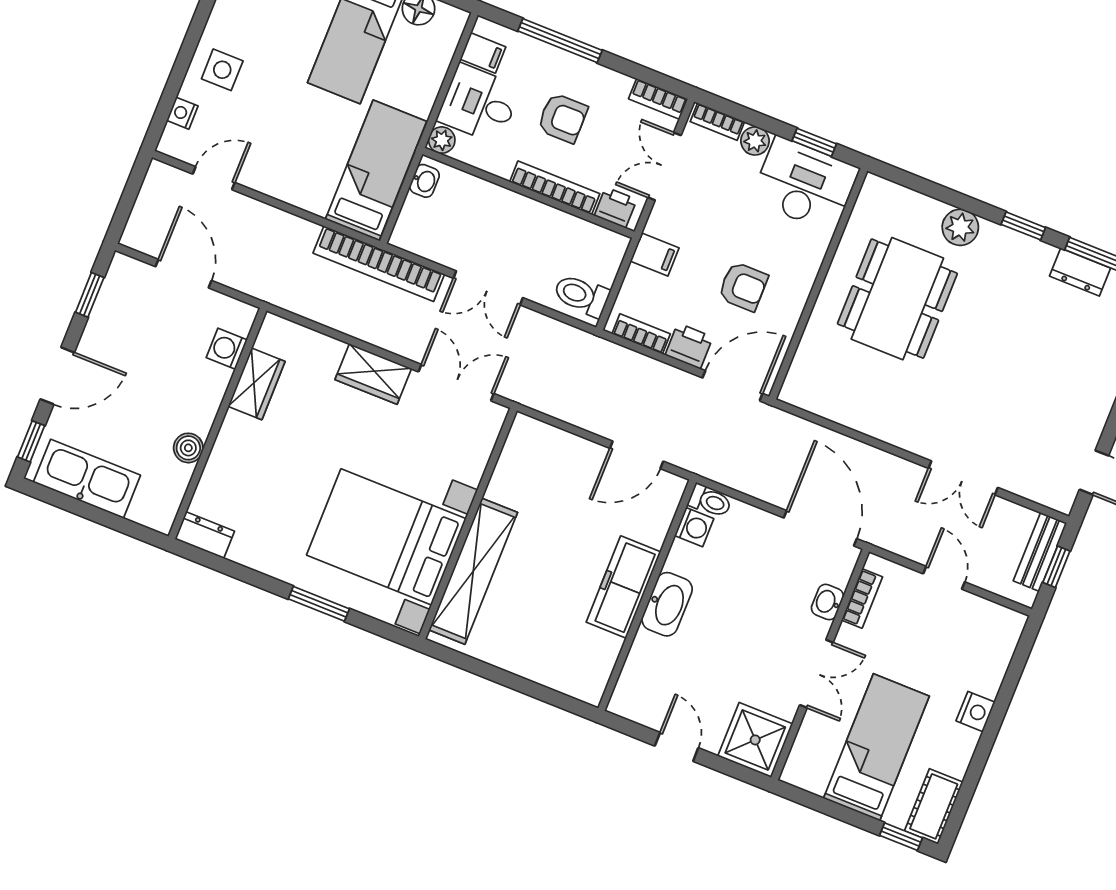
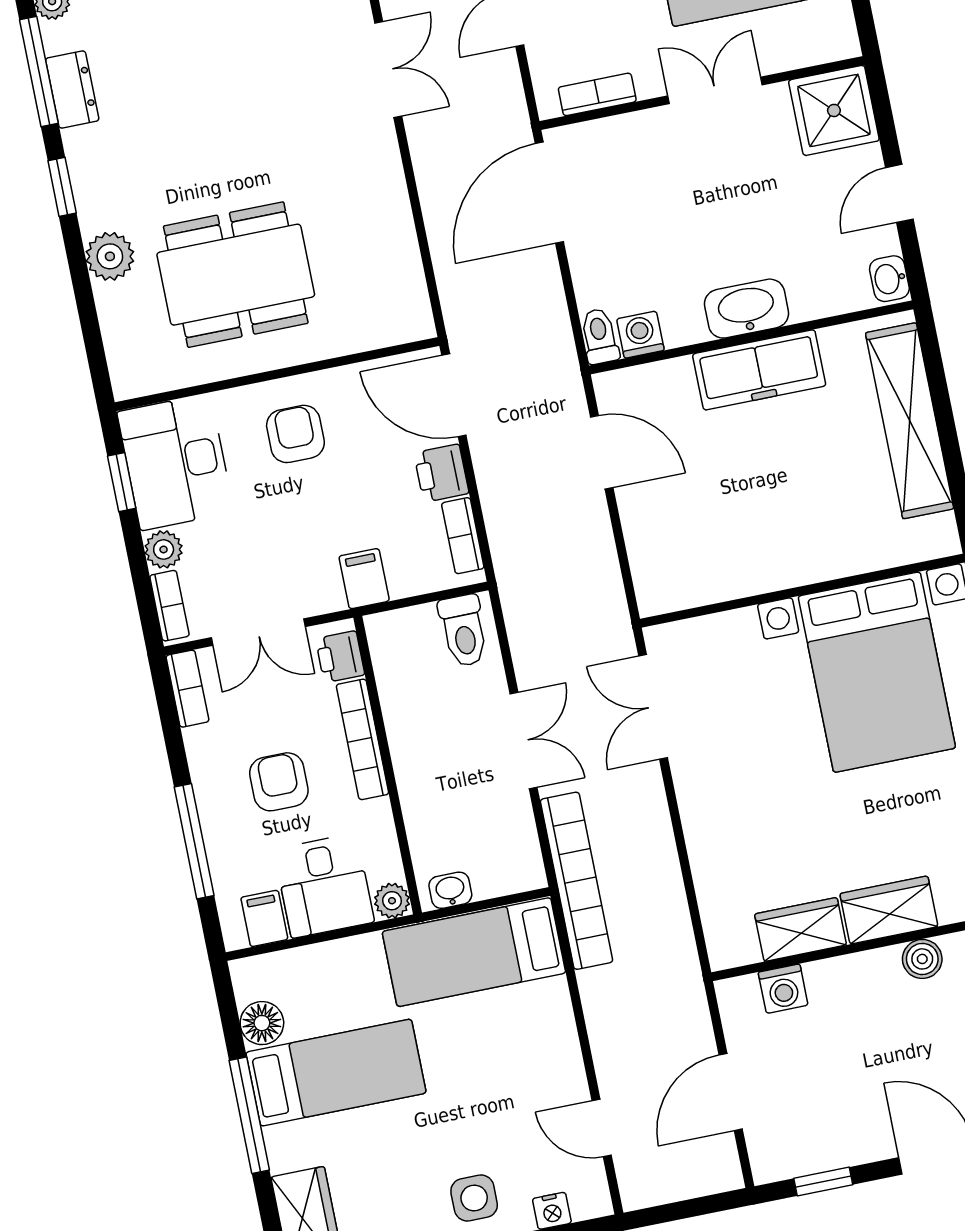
armchair: (743, 287) -> (295, 434), moved
wardrobe: (373, 374) -> (889, 910), moved, turned -90
shelving: (473, 571) -> (910, 421), moved, turned 90
washbasin: (827, 602) -> (889, 279), moved, turned 90

